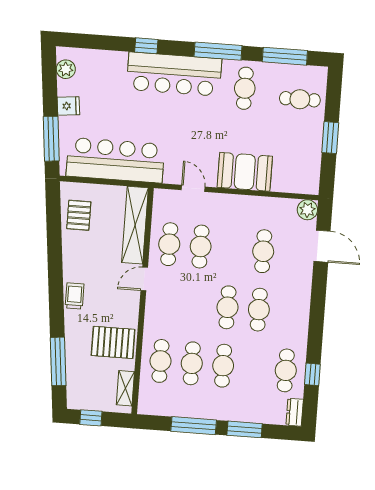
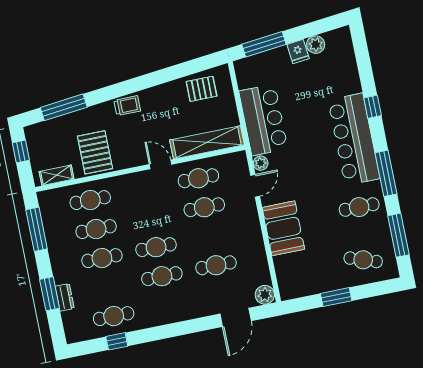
plant: (66, 69) -> (316, 45), moved
cafe table: (300, 99) -> (363, 260), turned -71
bar counter: (115, 160) -> (263, 120), width x0.73
plant: (172, 176) -> (261, 163), added
dresser: (295, 412) -> (65, 297), moved, turned 90
window: (194, 426) -> (37, 229), moved

